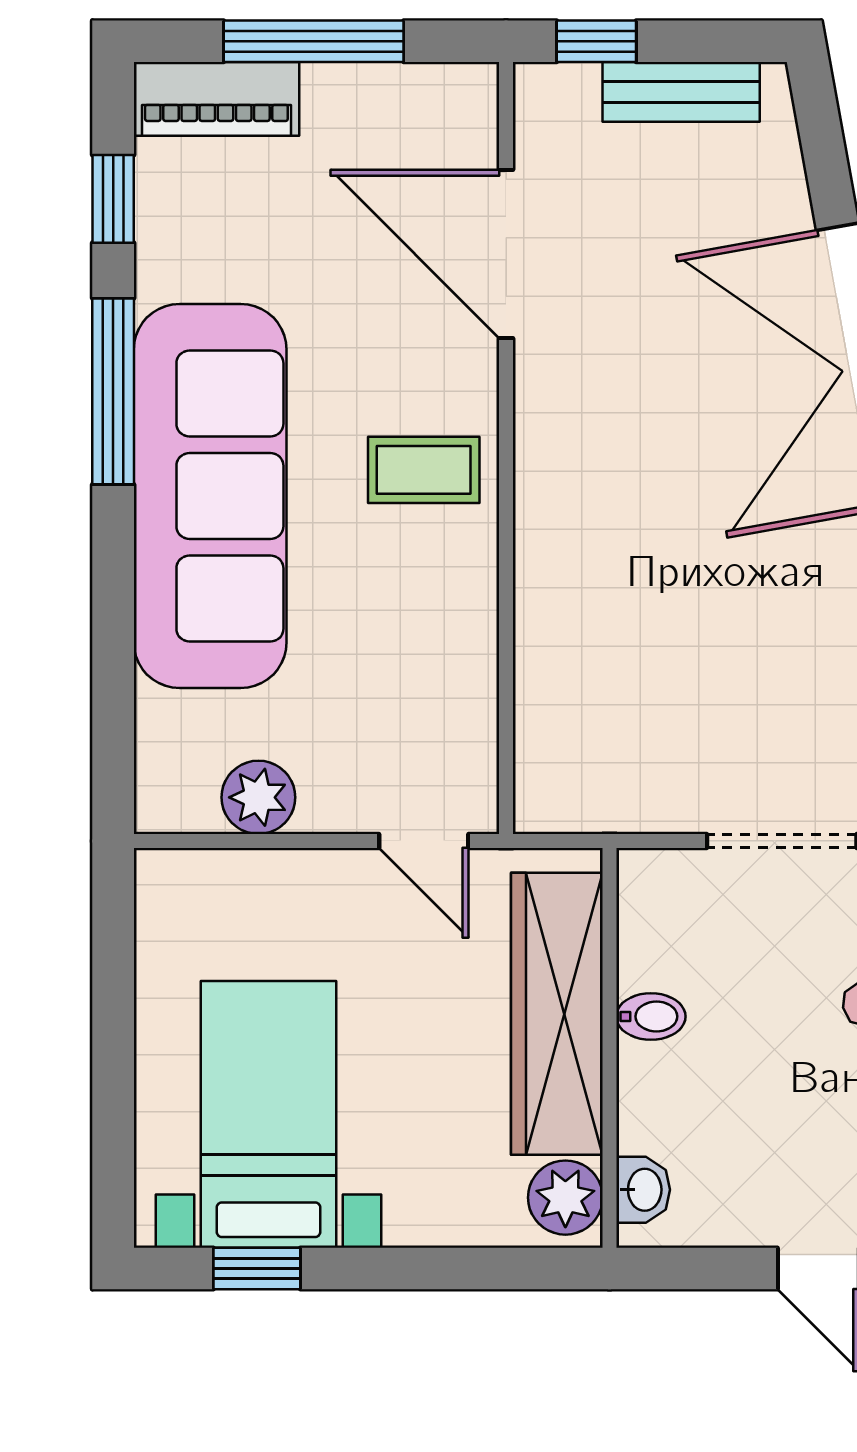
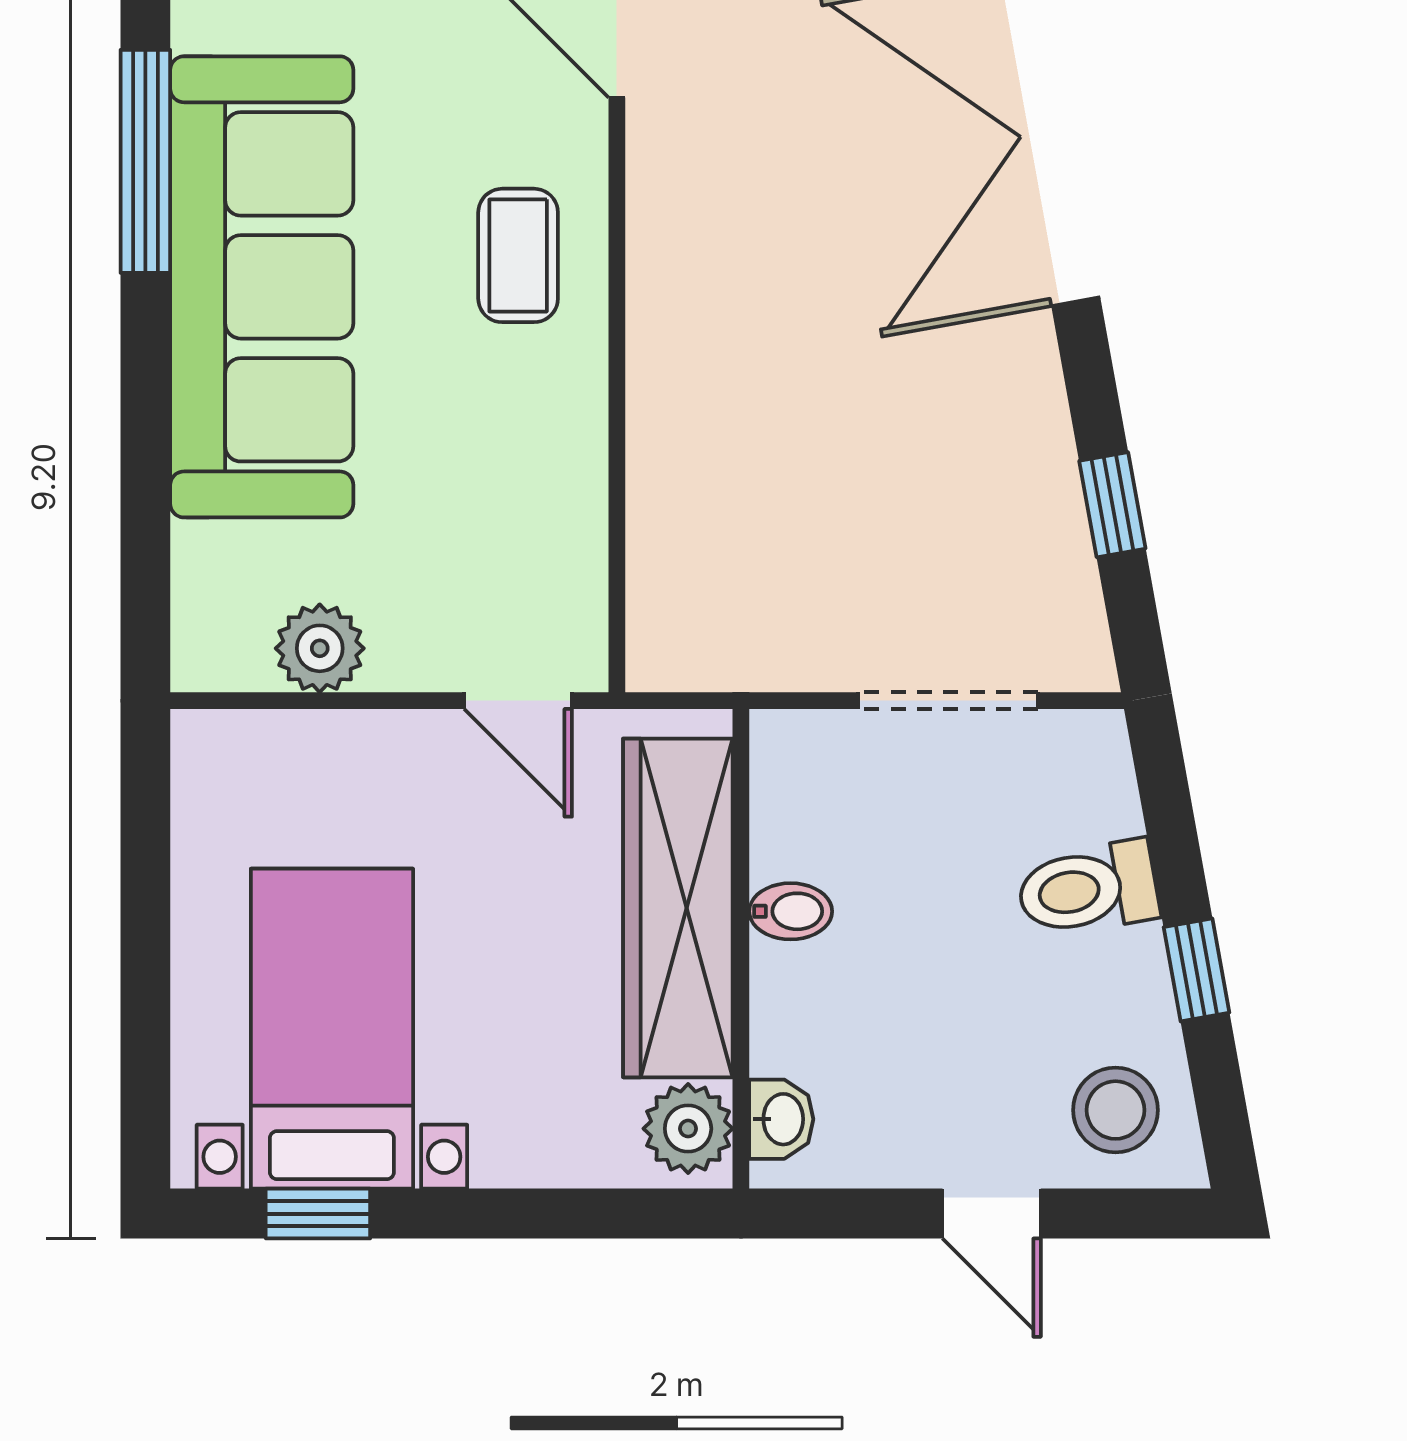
coffee table: (424, 470) -> (518, 255), turned 90

